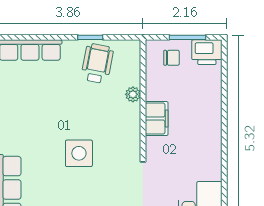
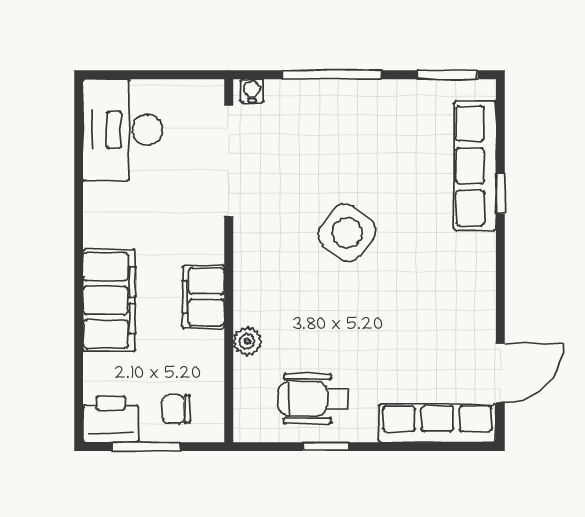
wheelchair: (97, 63) -> (313, 399), turned 79
filing cabinet: (208, 117) -> (109, 300), added
side table: (79, 153) -> (347, 233), turned 38

